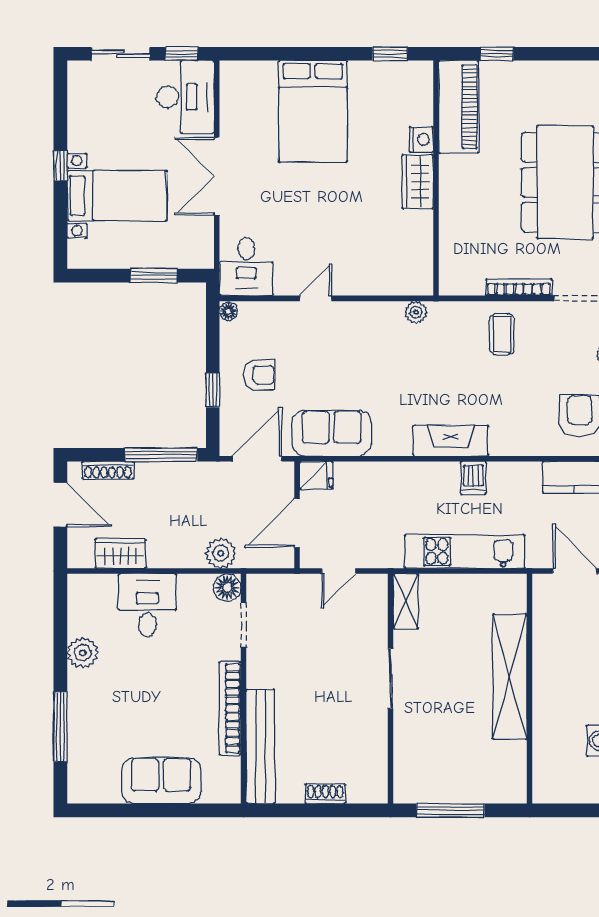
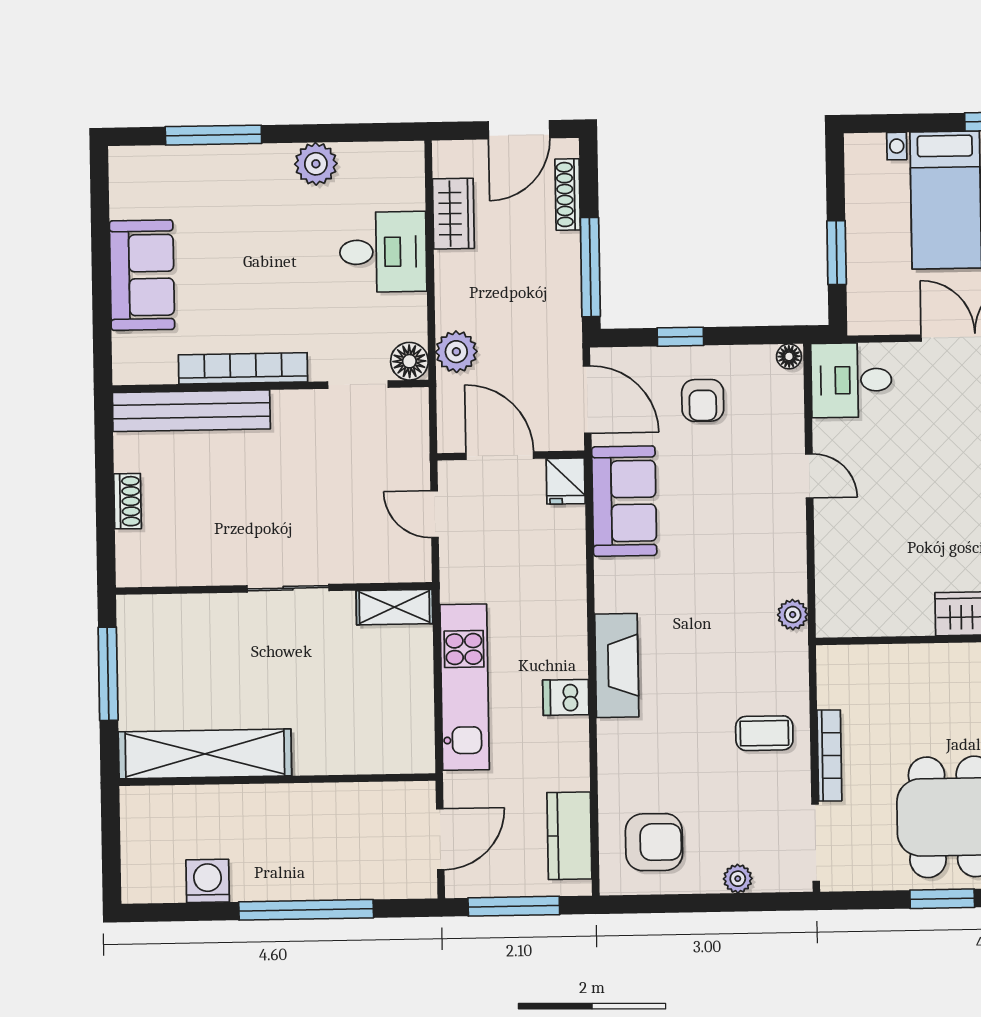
shelving: (510, 677) -> (205, 754), moved

